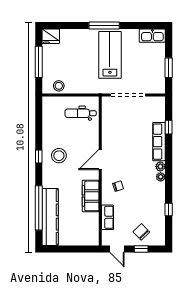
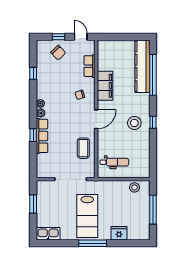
fridge: (51, 36) -> (119, 233), moved
window: (169, 127) -> (33, 135), moved
coffee table: (114, 128) -> (83, 148), added

